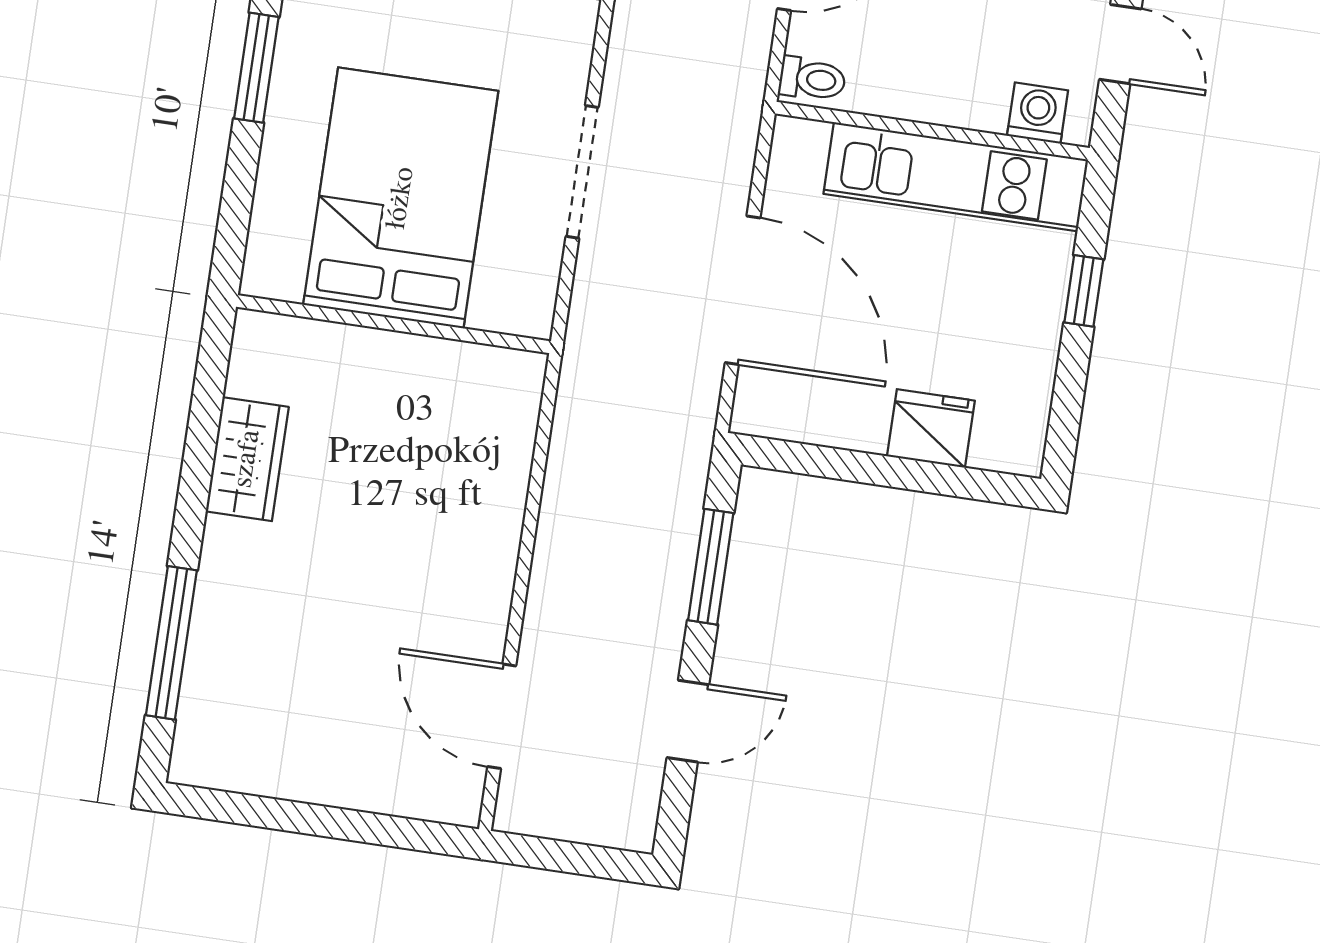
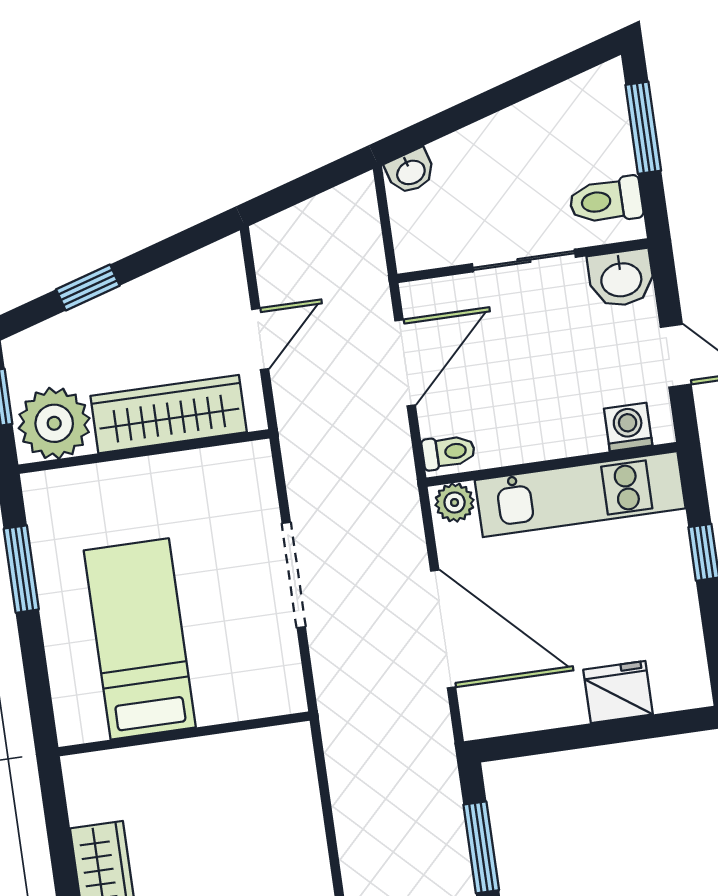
plant: (802, 142) -> (455, 502), added
bed: (401, 198) -> (140, 639), width x0.67

